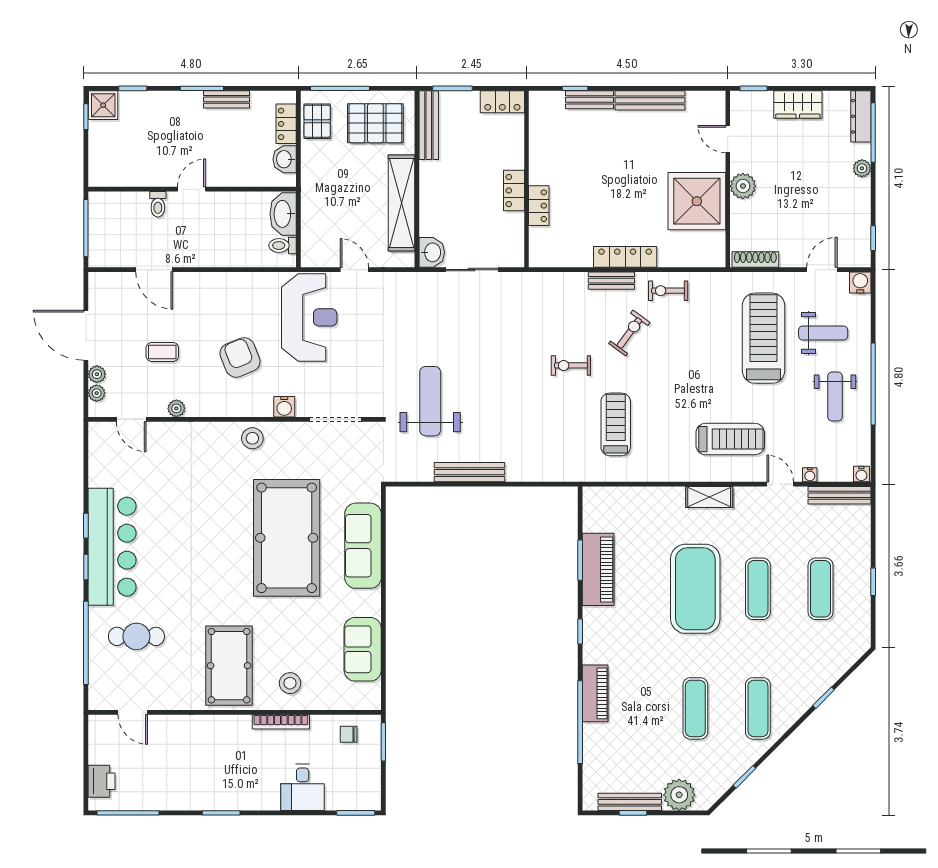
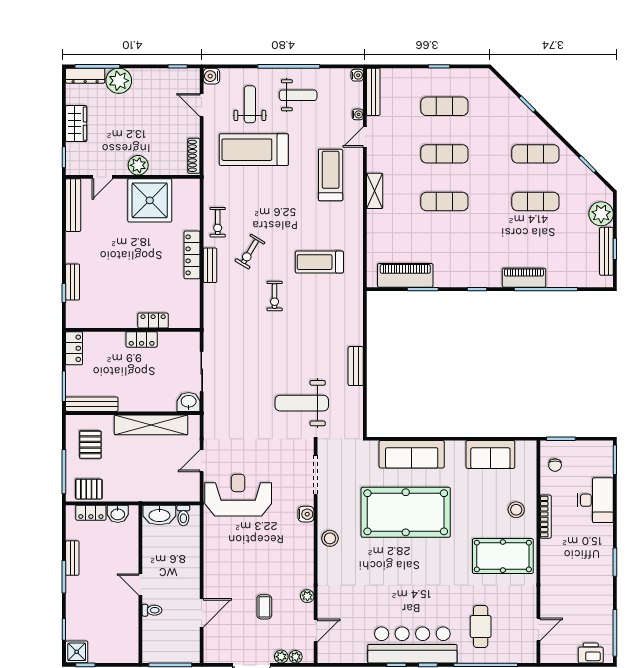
bench: (650, 100) -> (73, 205), moved
pallet: (375, 123) -> (90, 445), width x0.67, depth x0.71
plant: (862, 168) -> (119, 81), width x1.88, depth x1.88
exercise bike: (629, 333) -> (250, 252), turned -95
armchair: (240, 357) -> (268, 548), removed
bench: (469, 472) -> (356, 366), width x0.73
piano: (598, 569) -> (405, 275), moved
exercise mat: (695, 589) -> (444, 202), width x0.50, depth x0.69
desk: (303, 787) -> (595, 500), width x1.37

